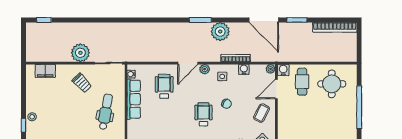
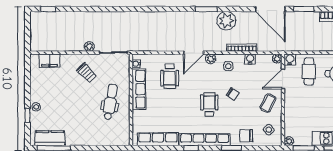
plant: (80, 53) -> (89, 47), width x0.53, depth x0.53
wheelchair: (164, 86) -> (170, 76), turned 180

